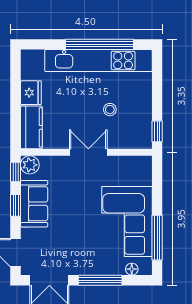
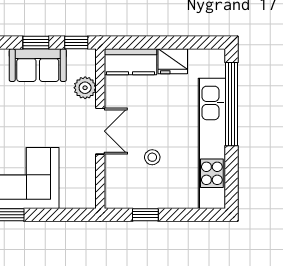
window: (100, 44) -> (231, 104), moved
window: (157, 131) -> (145, 215), moved
plant: (30, 165) -> (85, 88), moved

